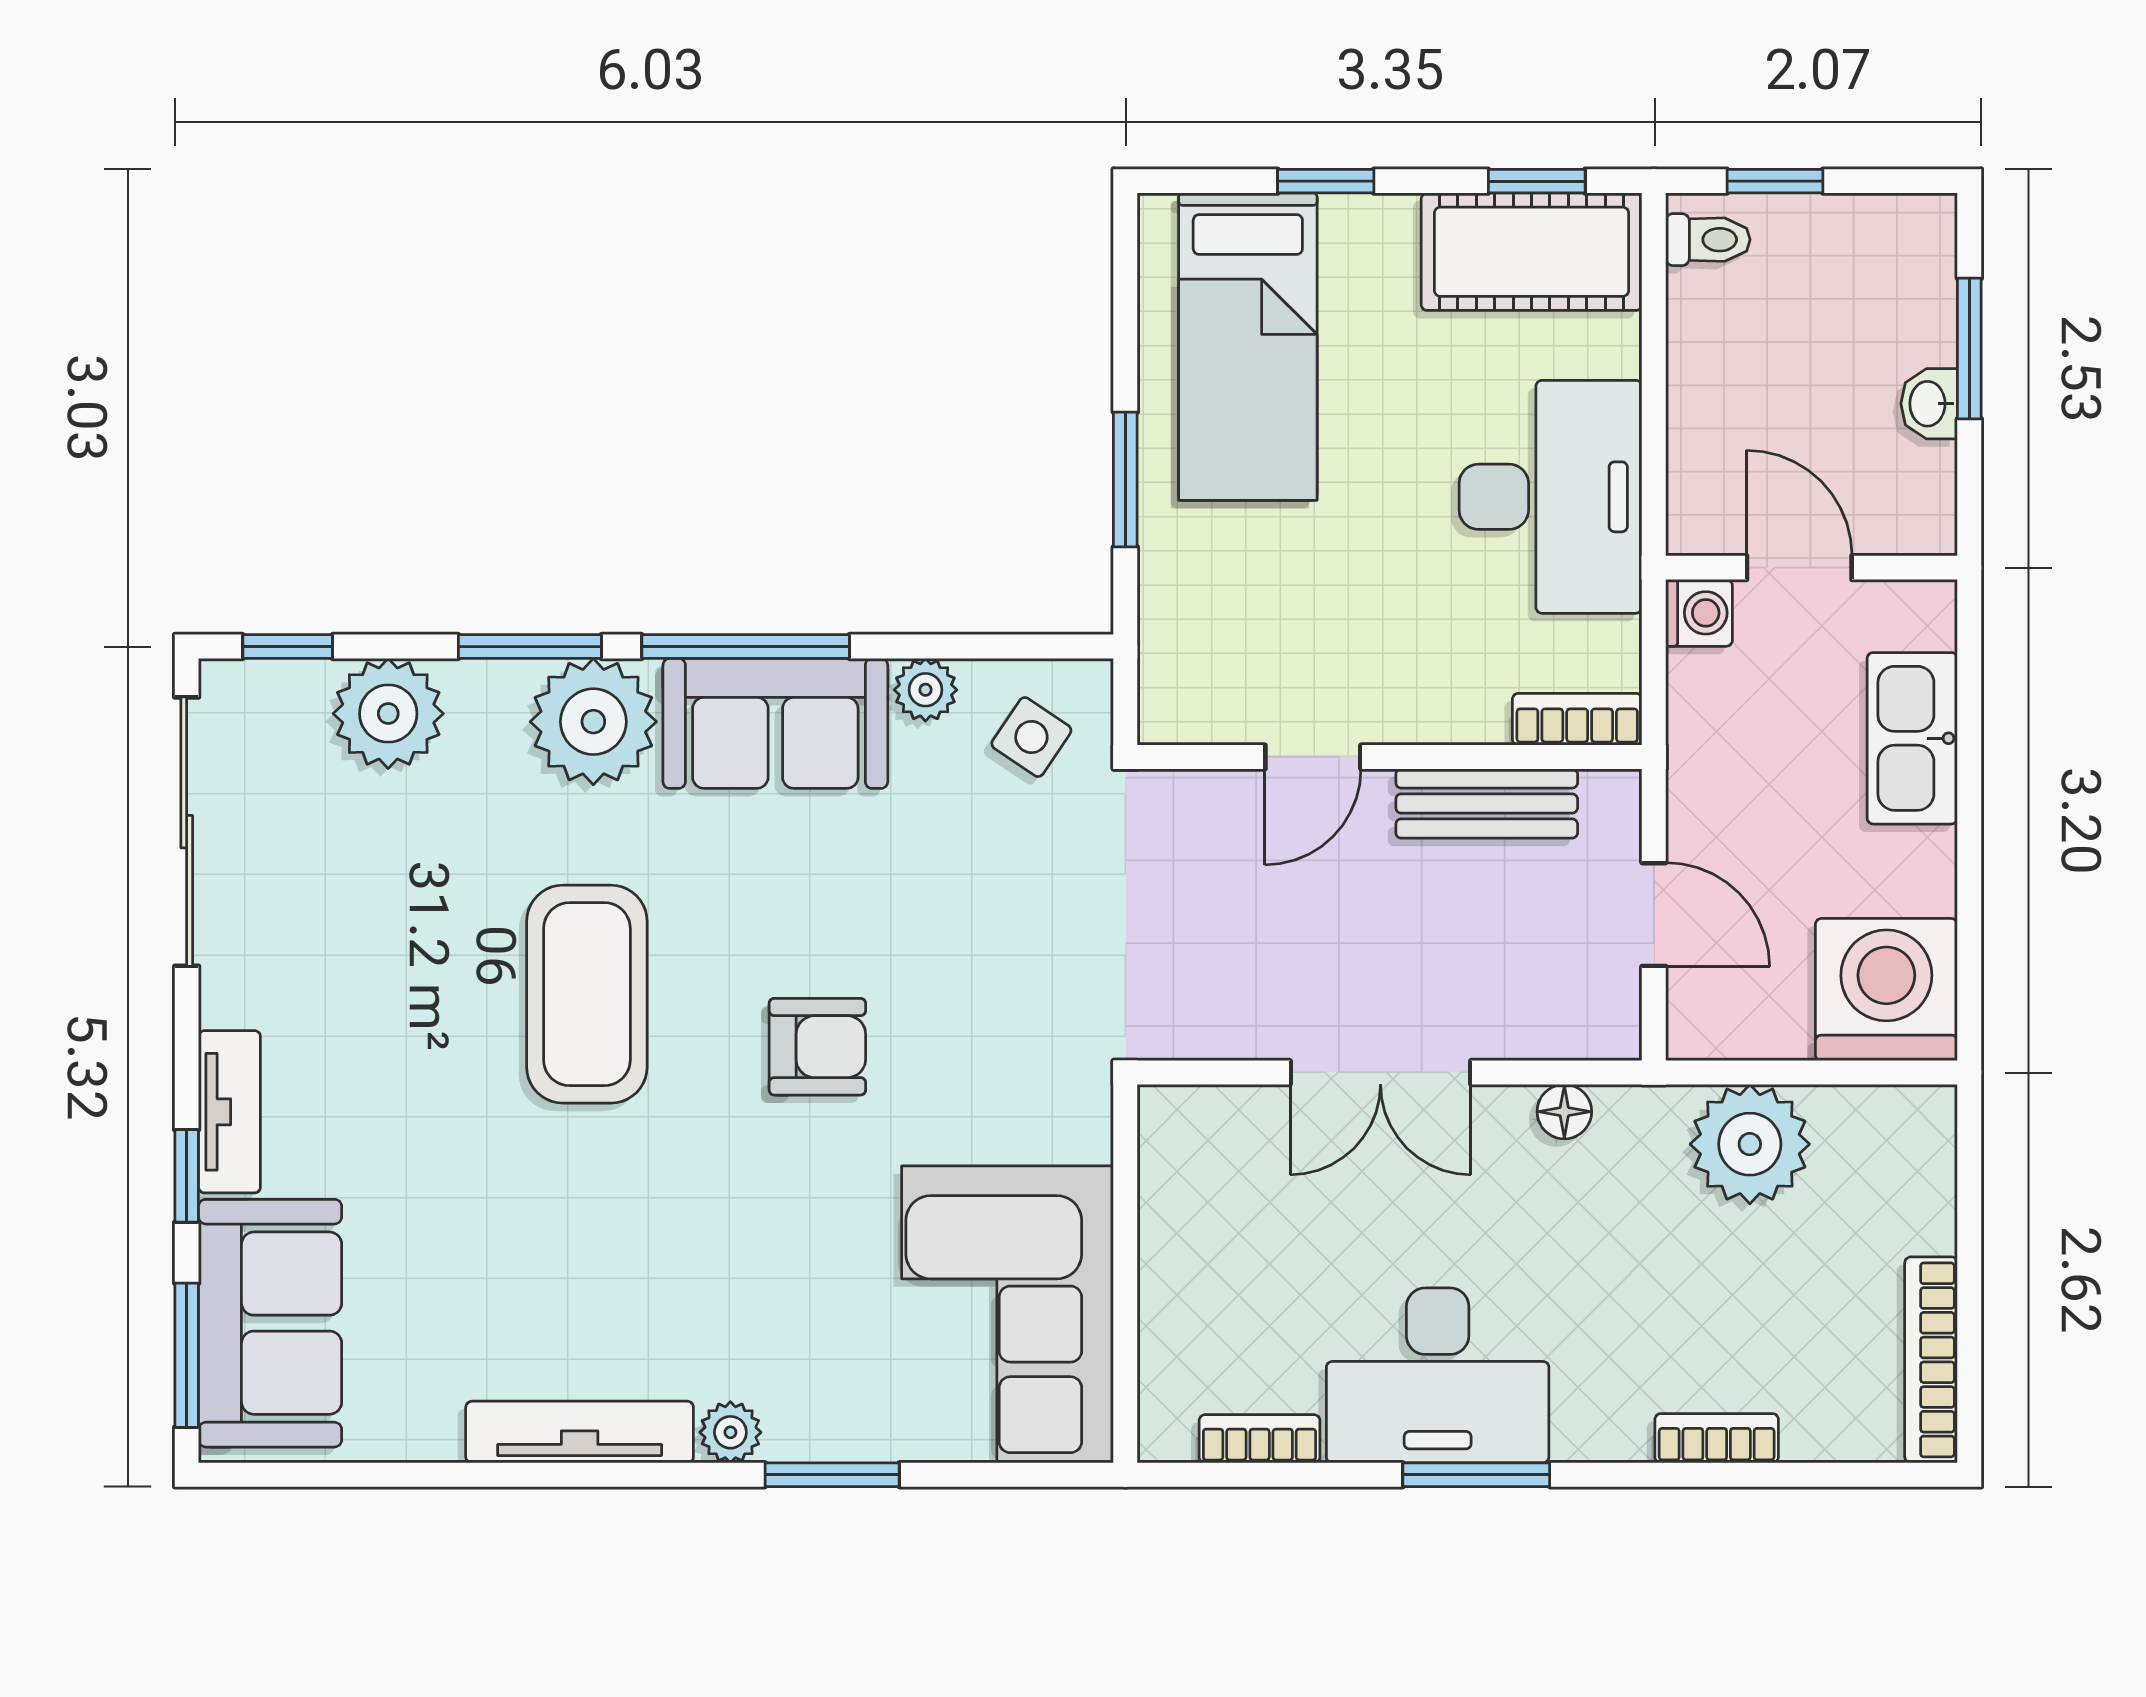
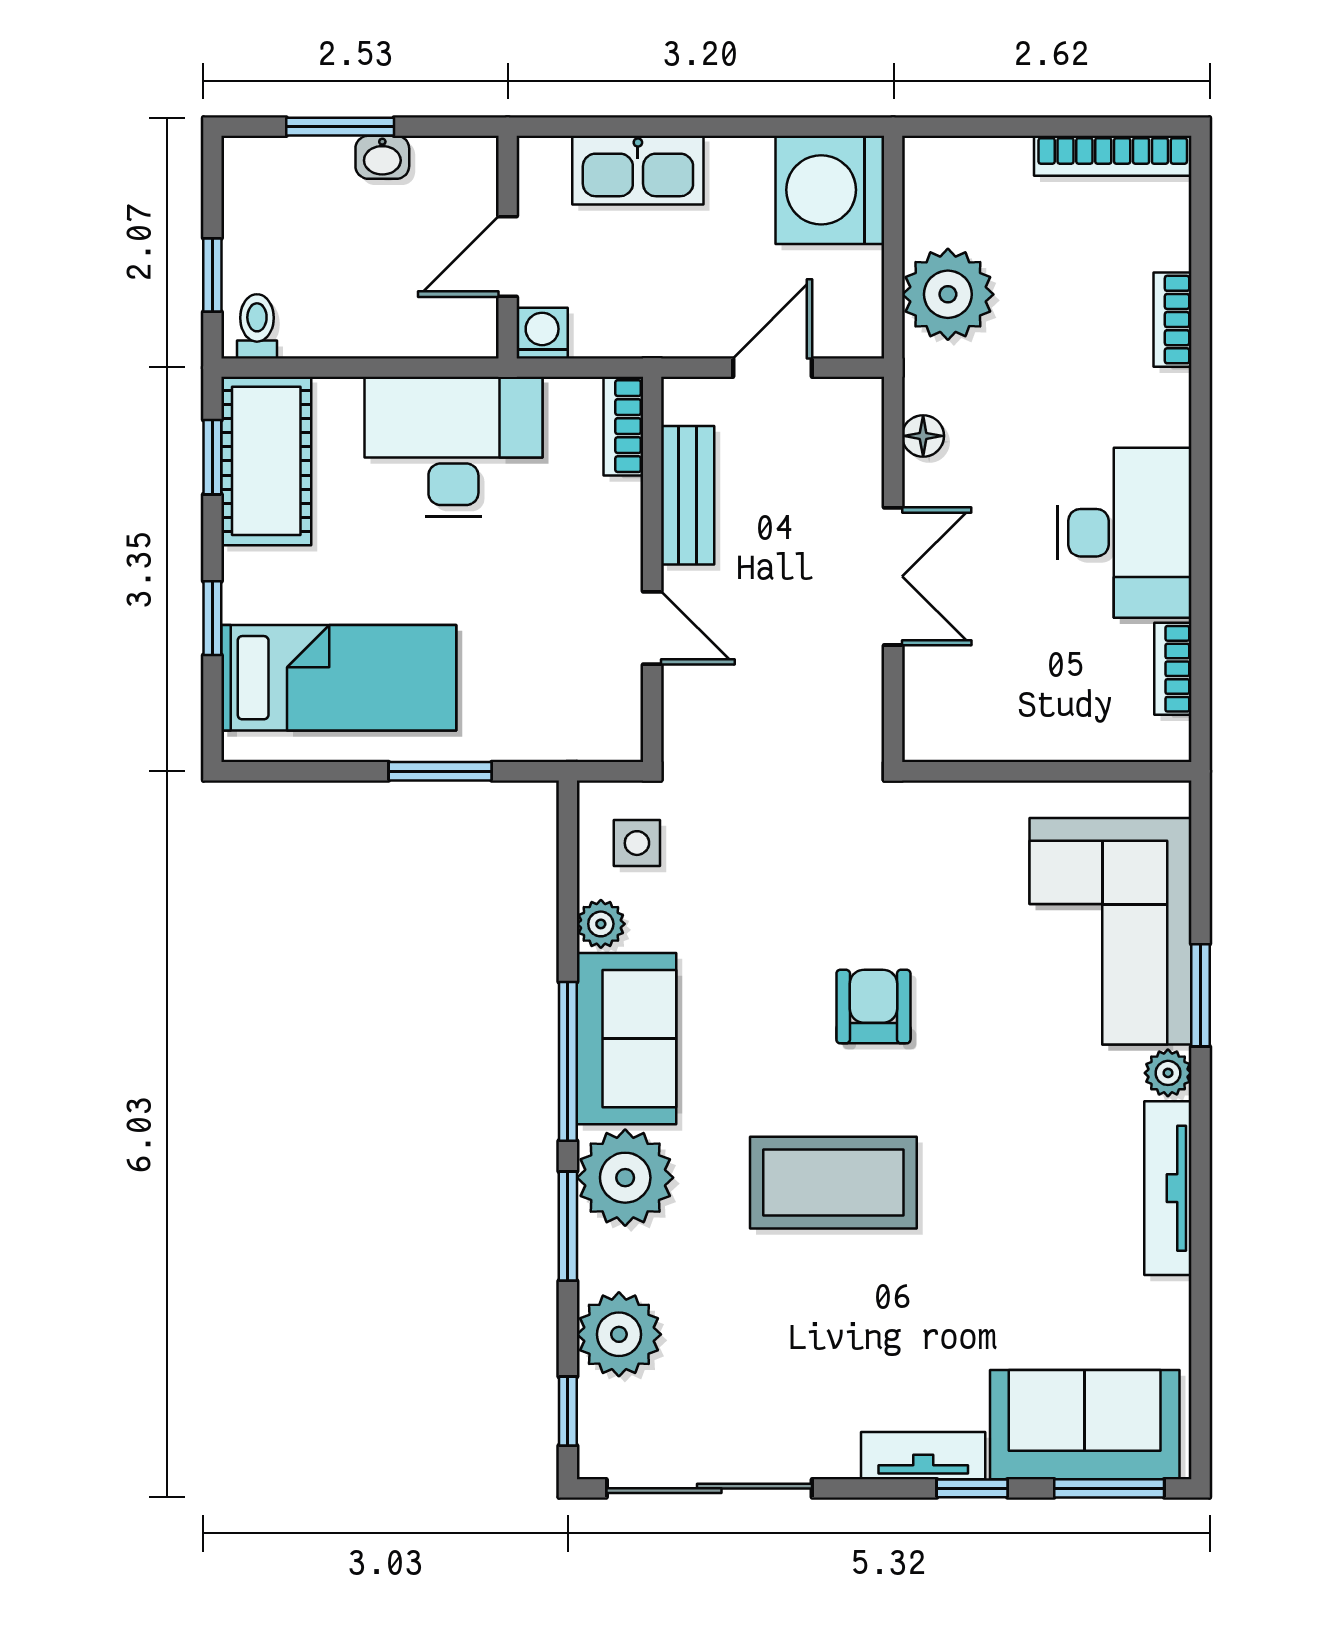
side table: (1031, 737) -> (637, 843), turned -34
corner sofa: (1008, 1314) -> (1110, 931), moved, turned 90
window: (1476, 1475) -> (1200, 503), removed

